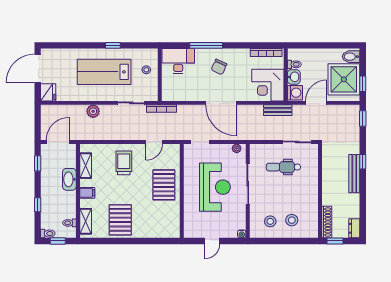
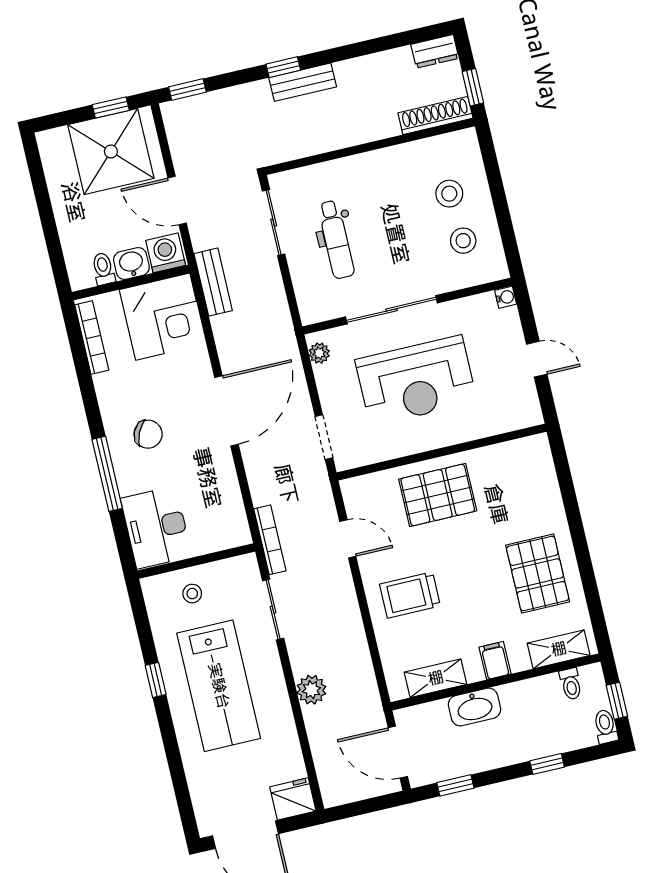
bidet: (351, 57) -> (57, 148), removed
bench: (354, 174) -> (303, 82), width x0.73
reception desk: (215, 187) -> (416, 381), turned 180
pallet: (120, 220) -> (538, 573), turned 90

